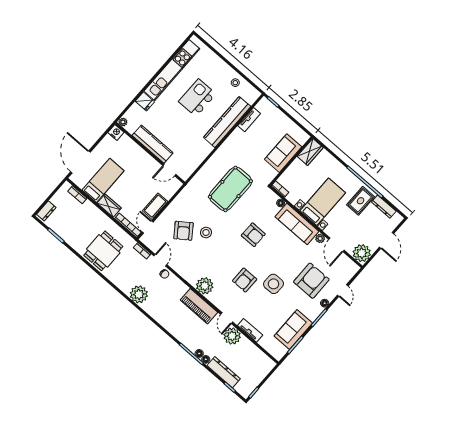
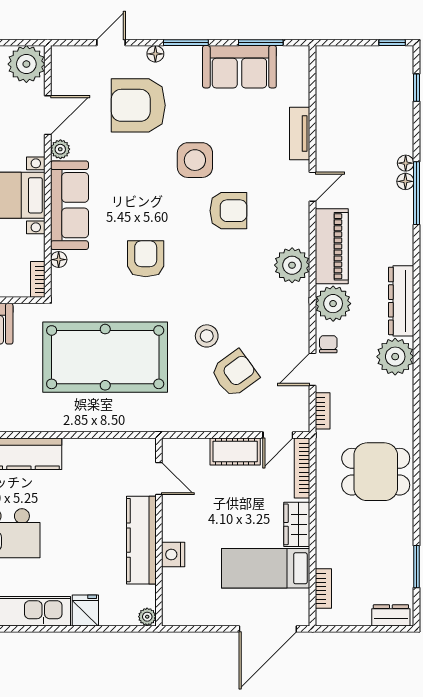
nightstand: (116, 132) -> (173, 554), moved
pool table: (230, 189) -> (105, 357), width x1.36, depth x1.32
plant: (232, 336) -> (333, 304), moved
dresser: (224, 372) -> (401, 301), moved

